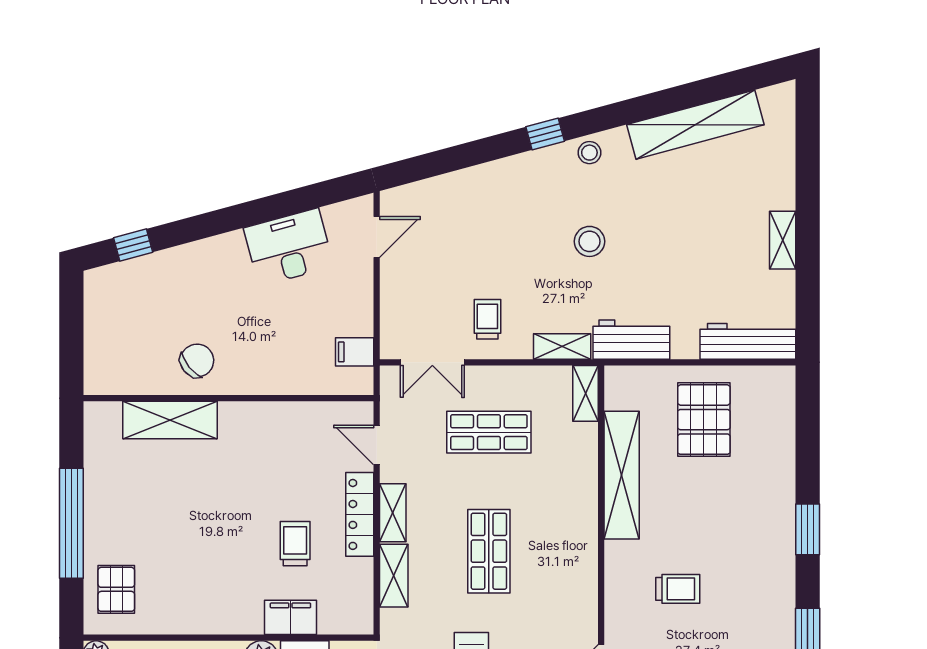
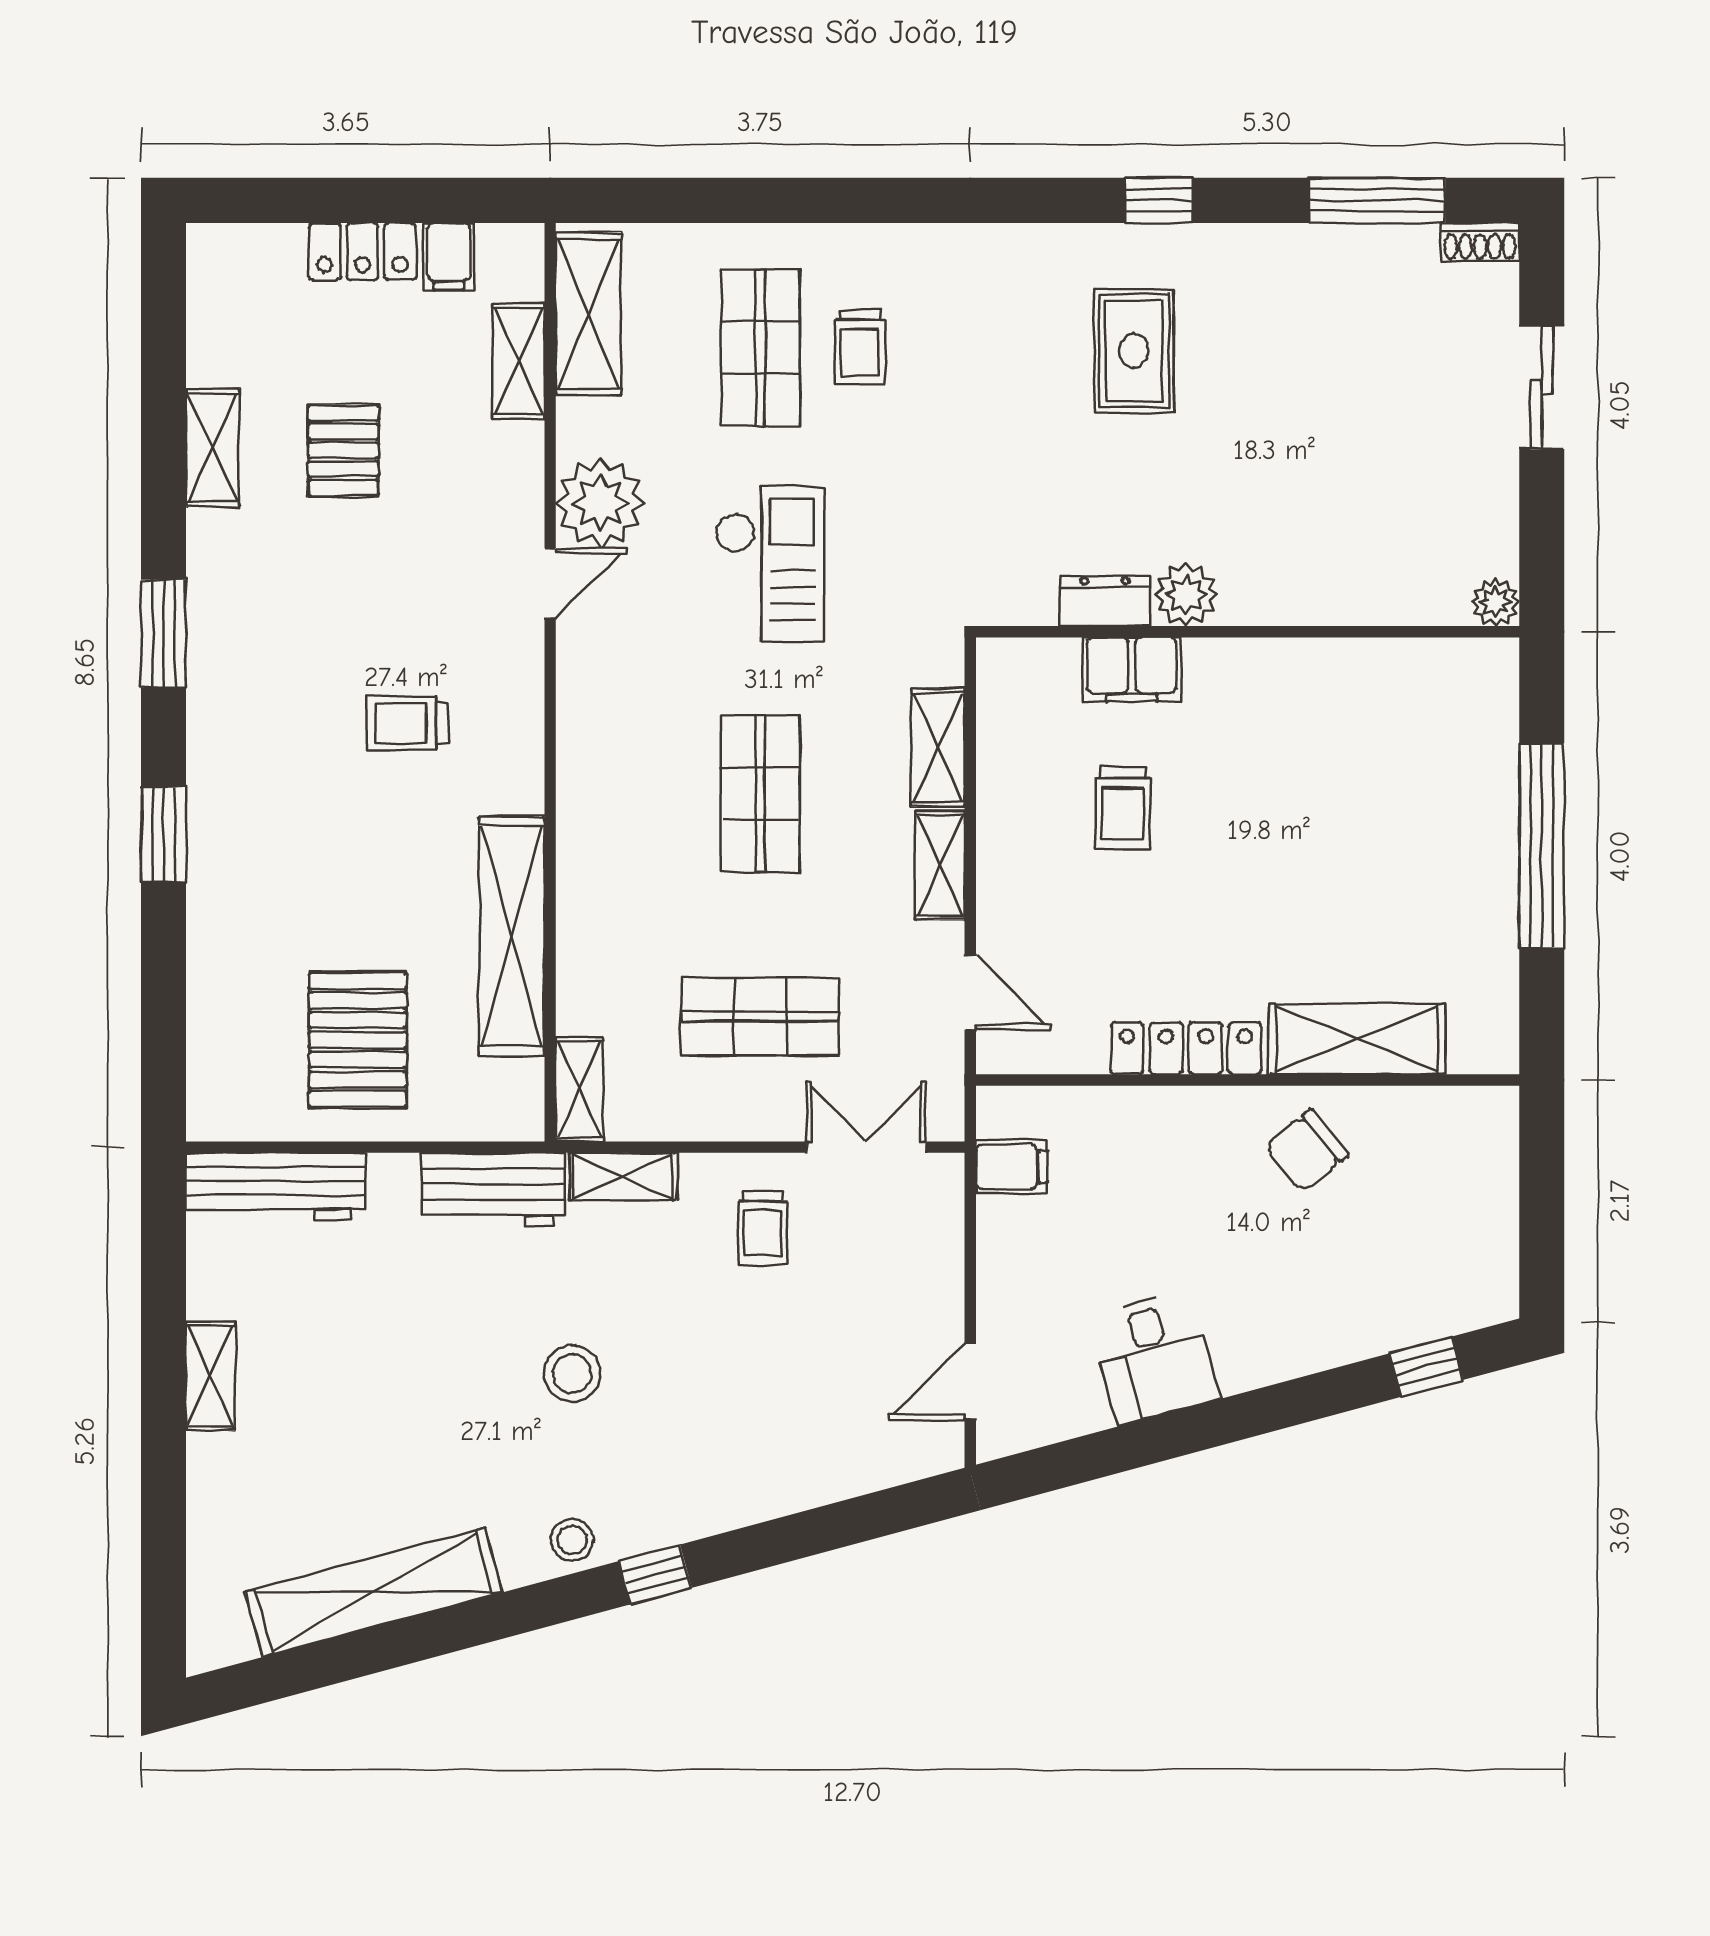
desk: (289, 247) -> (1154, 1357), width x0.73
locker: (360, 514) -> (1186, 1048), moved, turned -90
pallet: (116, 589) -> (1458, 722), removed

